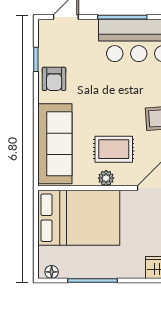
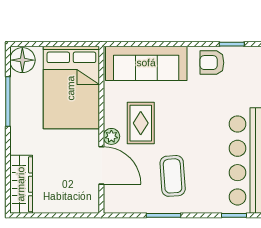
plant: (106, 178) -> (111, 136), moved
floor lamp: (52, 272) -> (22, 60), width x1.89, depth x1.89

